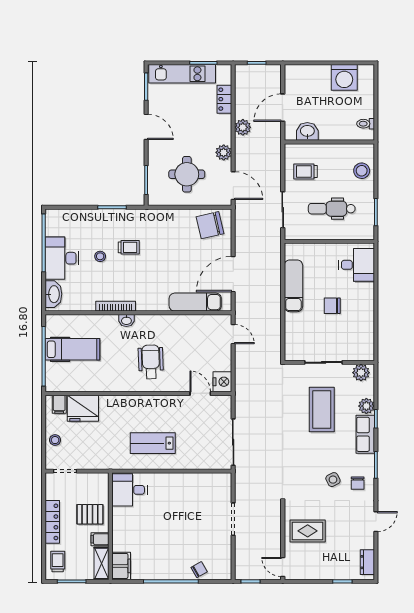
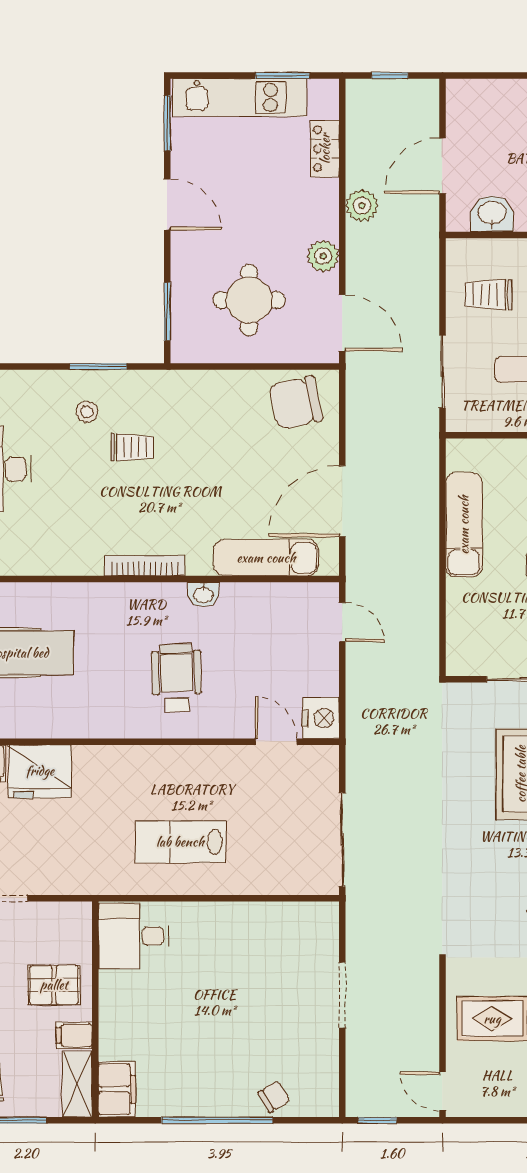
stool: (100, 256) -> (87, 412), moved
bookcase: (116, 306) -> (145, 566), moved
washbasin: (126, 320) -> (203, 595), moved

